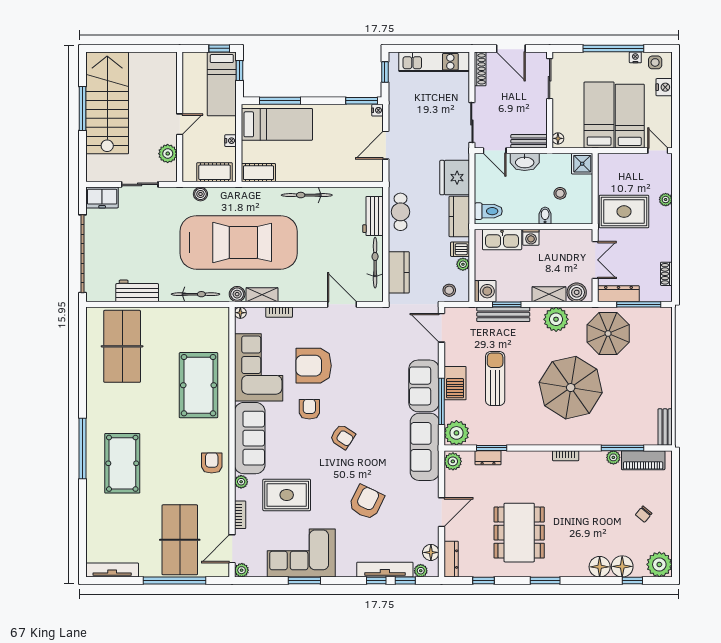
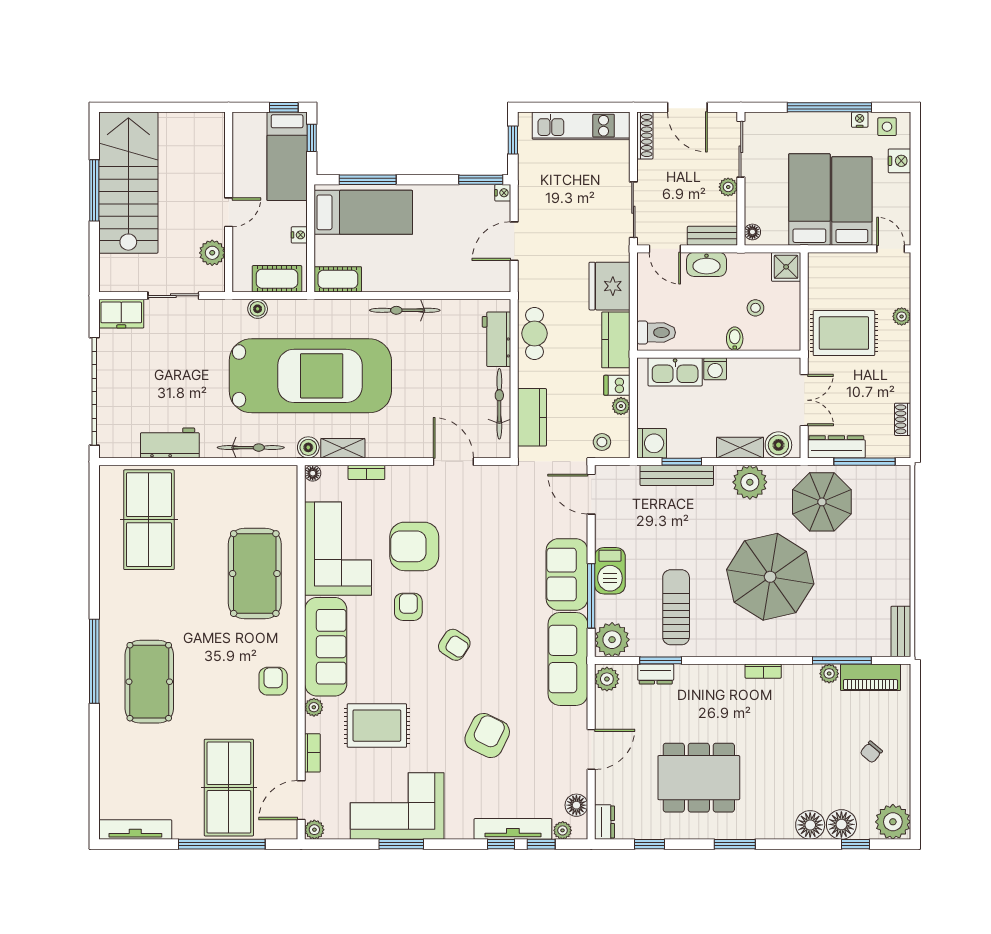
plant: (540, 106) -> (728, 187), added
sun lounger: (495, 378) -> (676, 607), moved
dining table: (519, 533) -> (699, 778), turned 90
dresser: (451, 559) -> (605, 822), width x0.70

